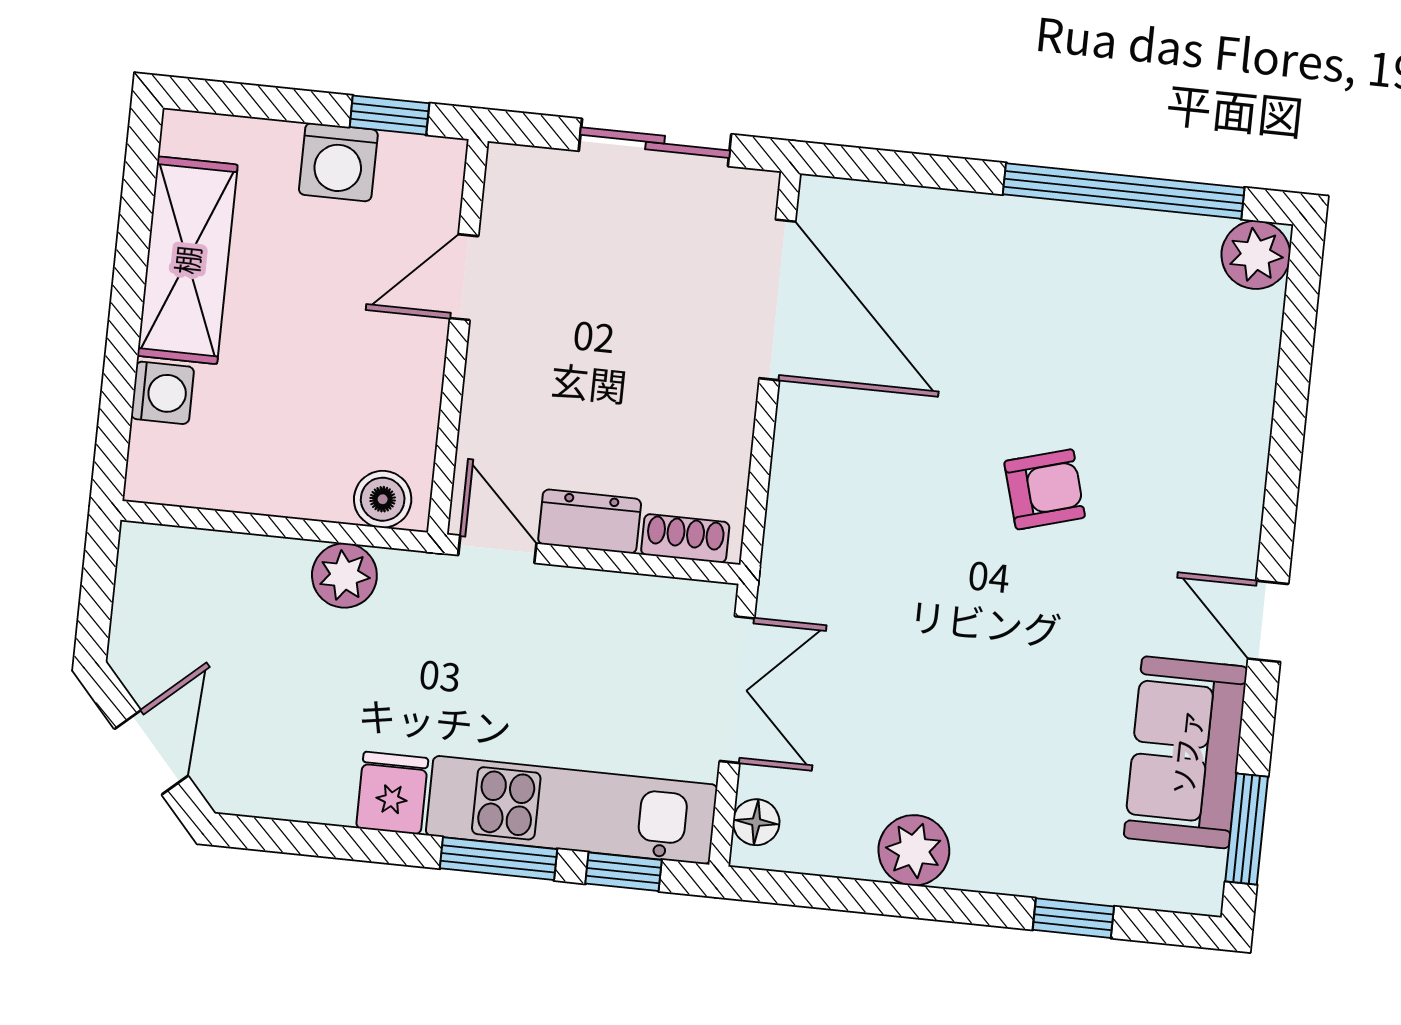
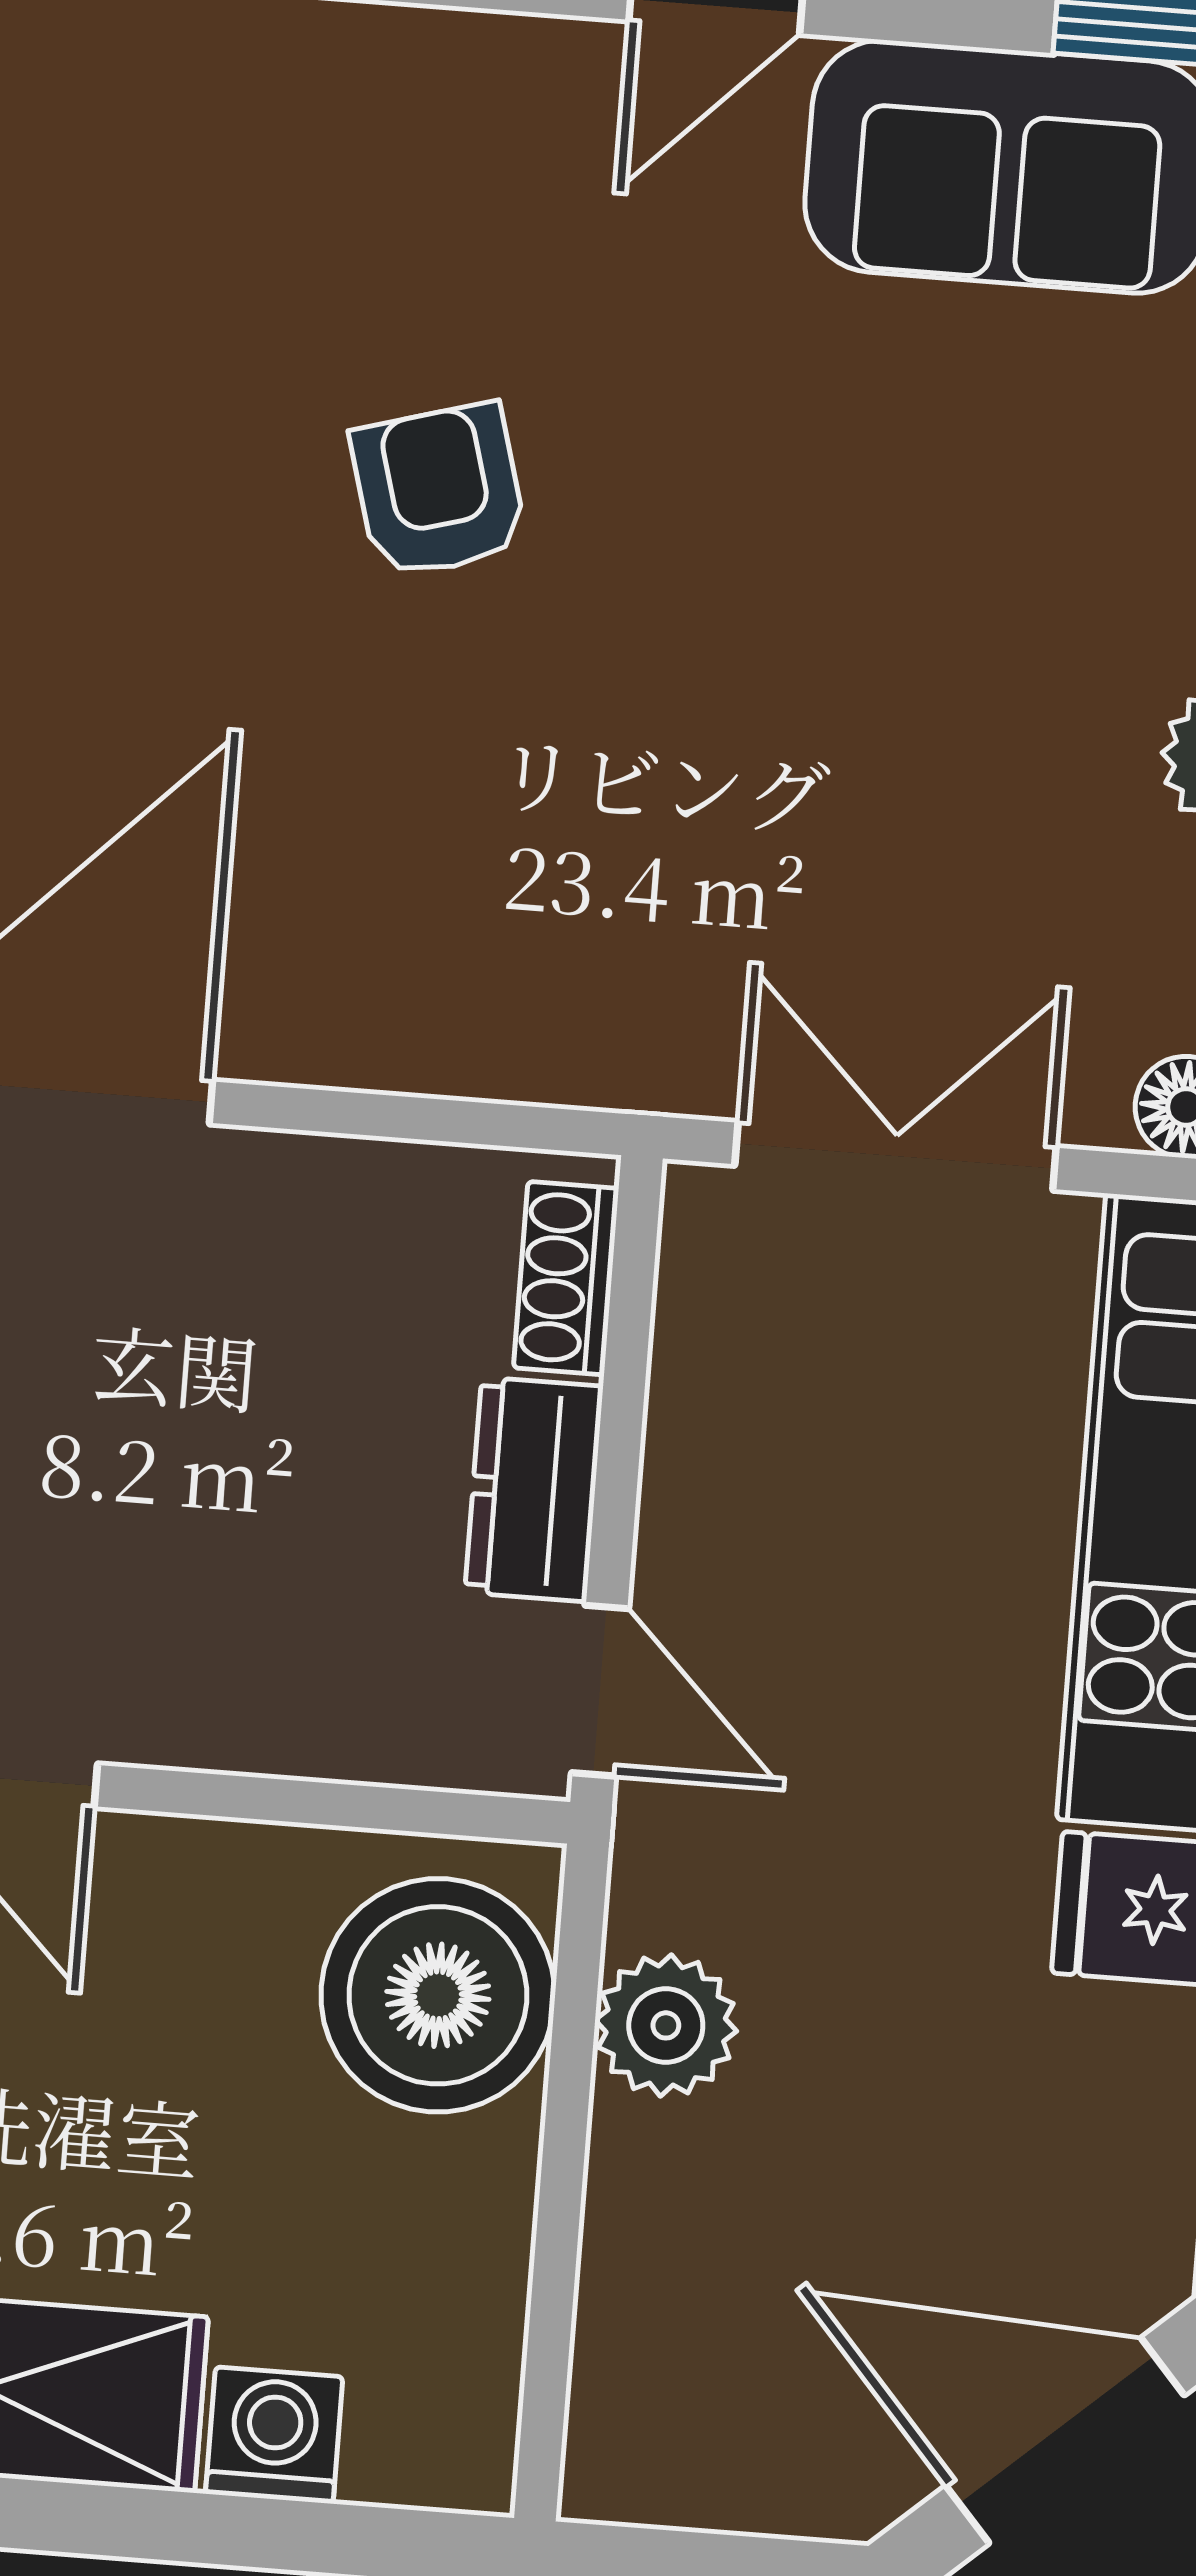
boiler: (383, 499) -> (438, 1995), width x1.86, depth x1.86
door: (497, 549) -> (600, 1691), swing flipped
door: (151, 752) -> (1065, 2441), width x1.38

